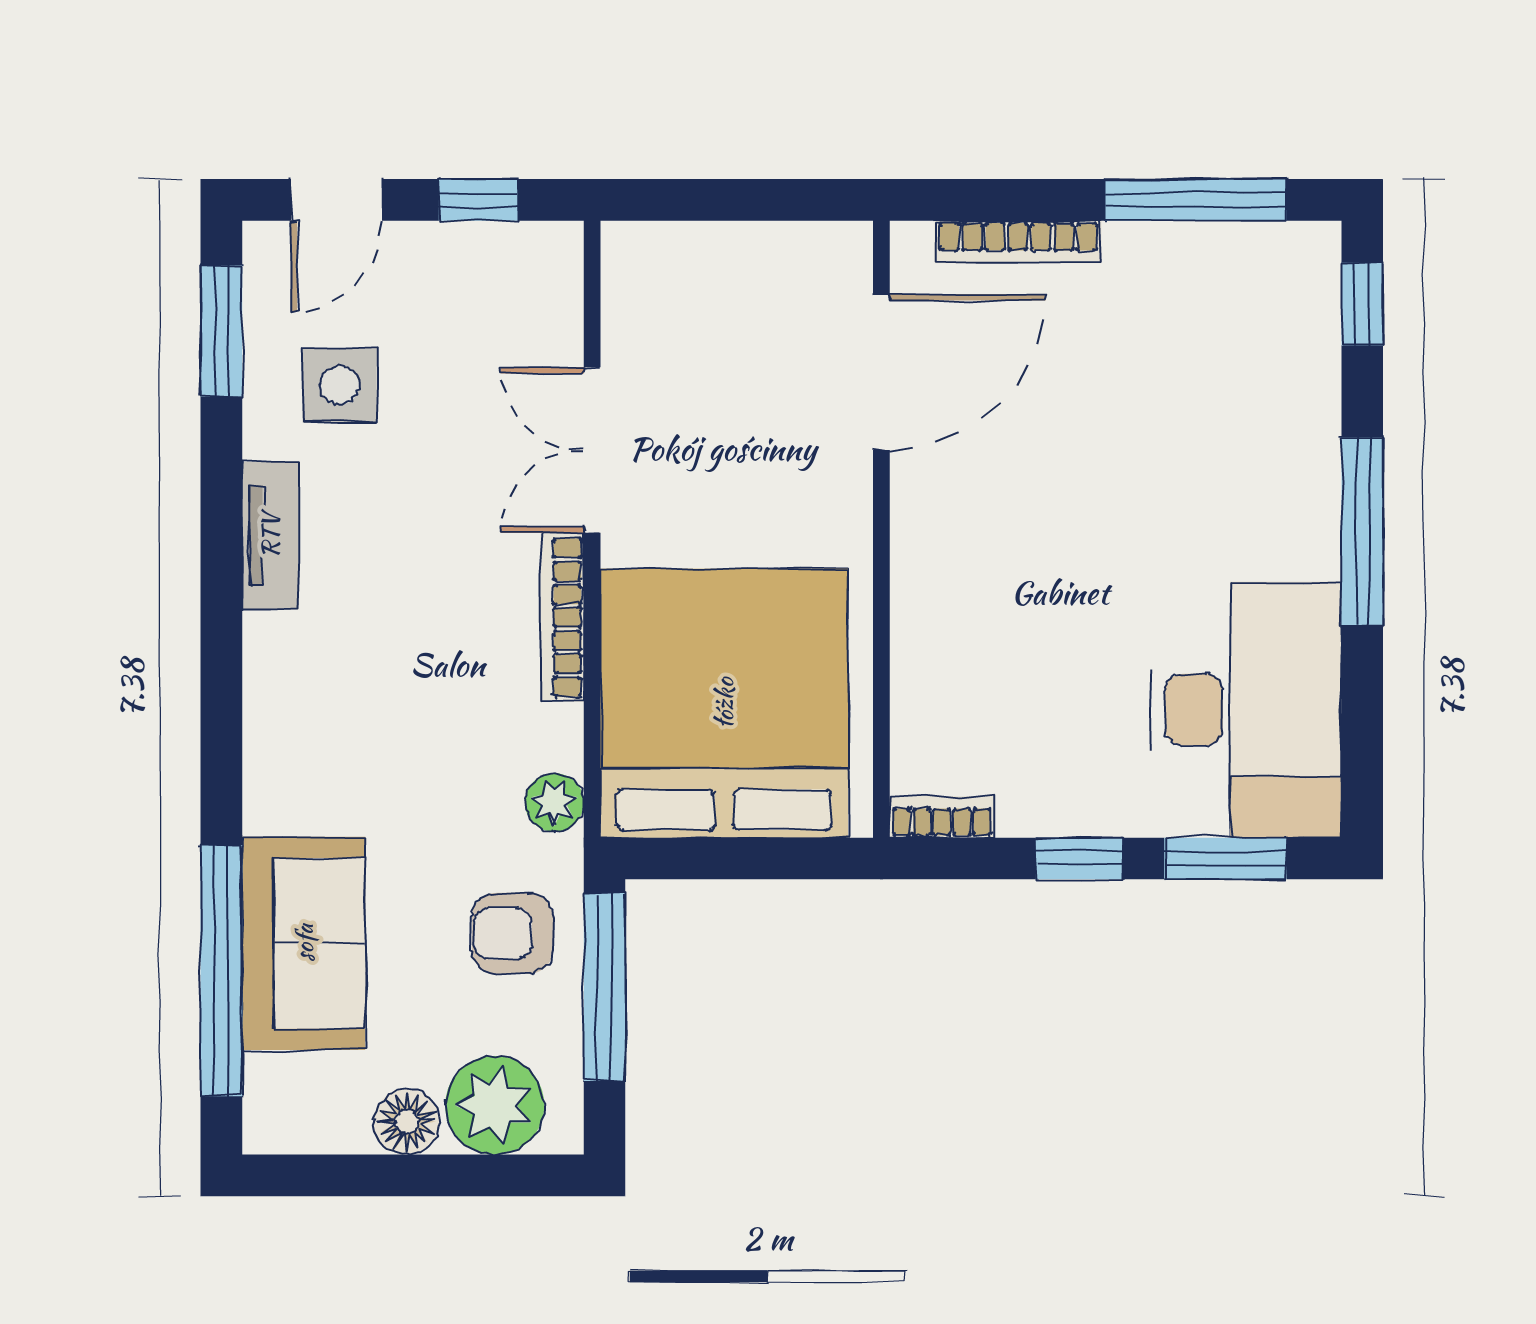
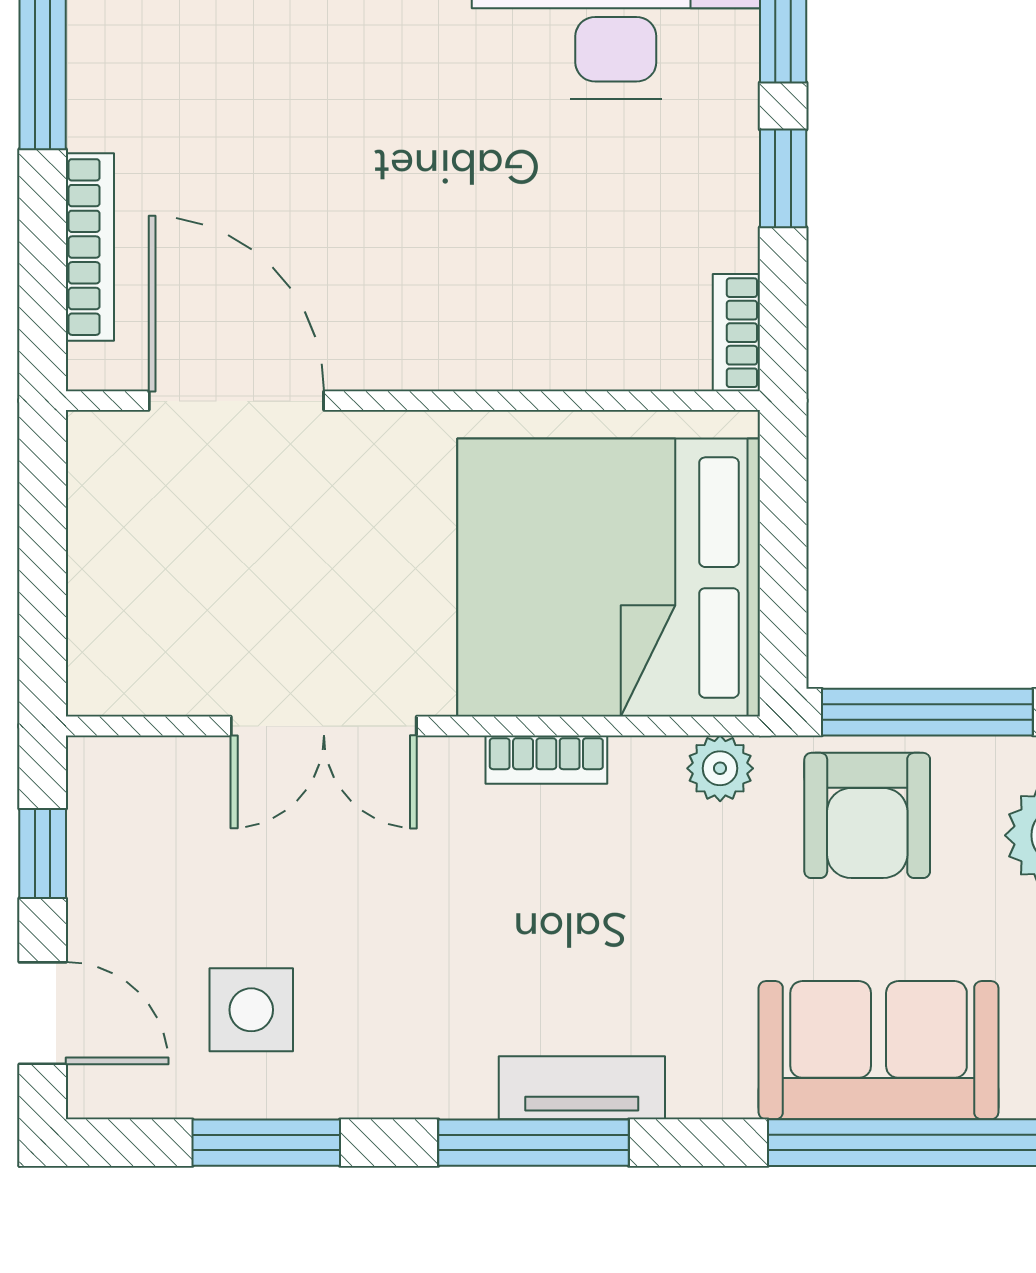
window: (221, 331) -> (266, 1143), moved
tv unit: (270, 536) -> (582, 1088), moved
bookcase: (562, 618) -> (546, 760), width x0.64
window: (221, 637) -> (533, 1143), added
armchair: (512, 933) -> (867, 815), width x1.38, depth x1.38

